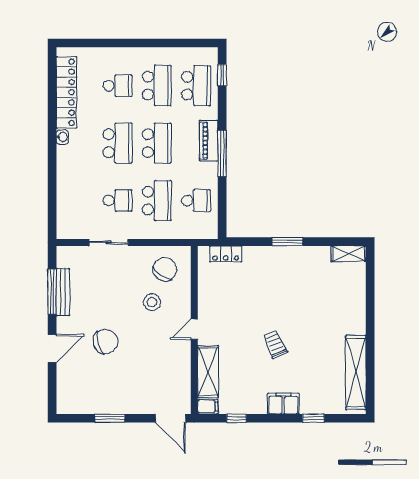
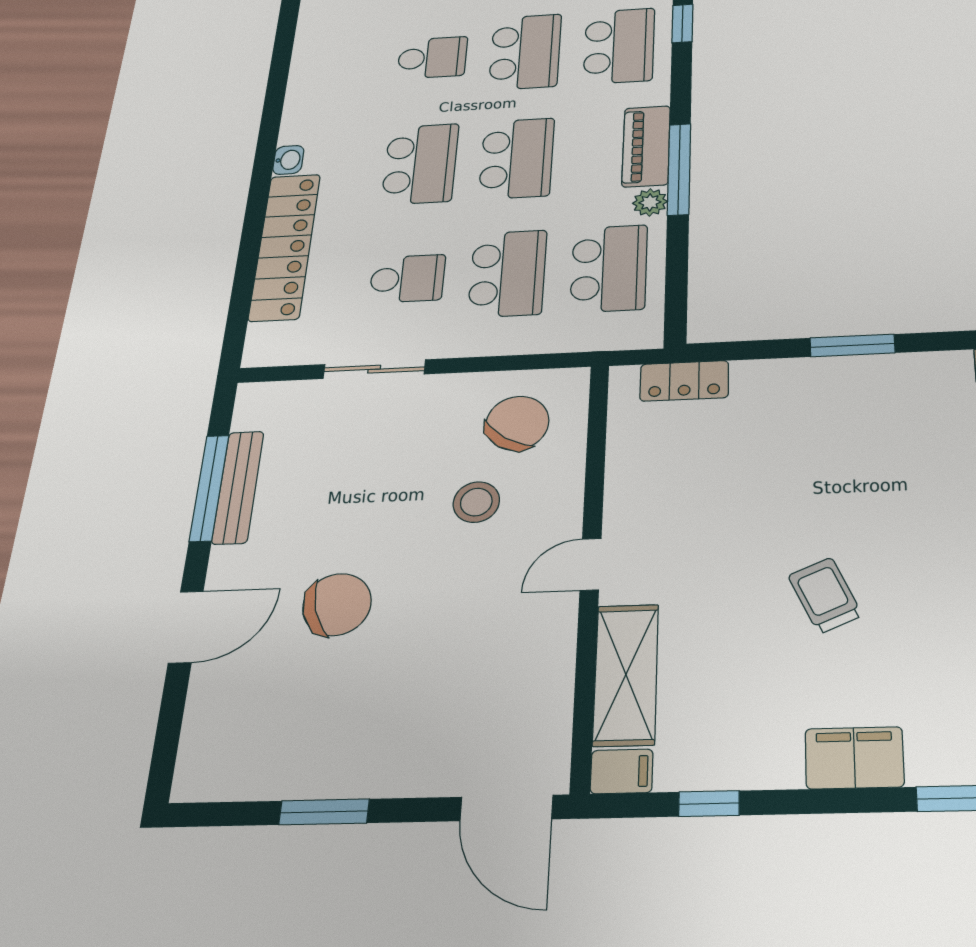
locker: (66, 92) -> (285, 247), moved
plant: (211, 169) -> (650, 202), added
school desk: (196, 201) -> (609, 268), width x1.85

